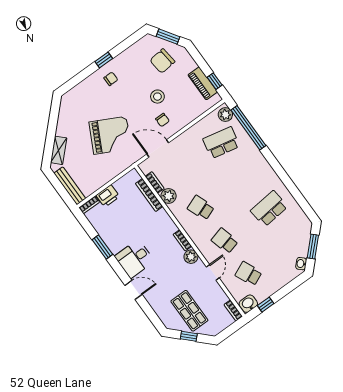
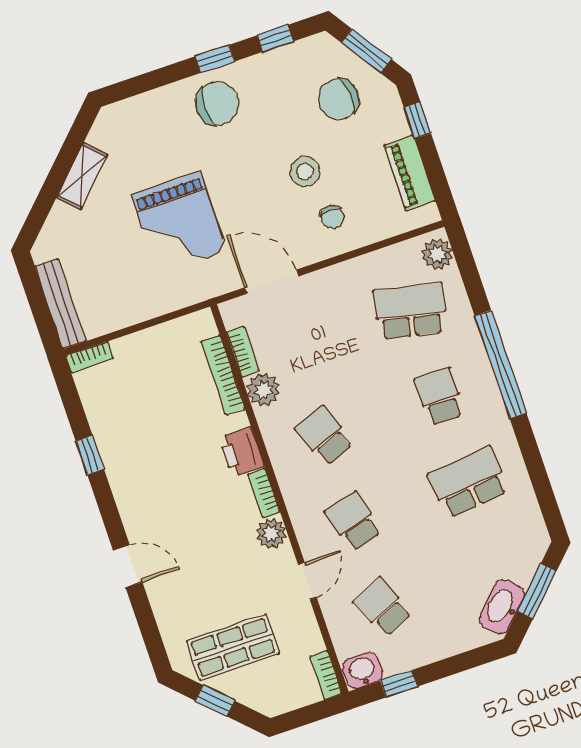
window: (127, 43) -> (275, 38), added
chair: (111, 79) -> (217, 103), width x1.87, depth x1.87
window: (215, 81) -> (417, 120), moved
chair: (162, 120) -> (332, 217), moved
window: (248, 128) -> (501, 364), moved
grand piano: (110, 135) -> (179, 223), turned 63
shelving: (59, 150) -> (82, 176), moved
school desk: (245, 176) -> (440, 397), added
printer: (108, 196) -> (242, 452), moved, turned 90
window: (102, 247) -> (90, 455), width x0.67
desk: (135, 259) -> (150, 501), removed
washbasin: (301, 264) -> (502, 607), width x1.91, depth x1.45
shop shelf: (189, 311) -> (233, 647), turned 90

